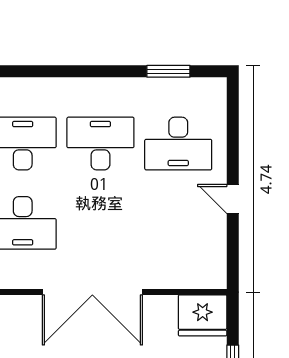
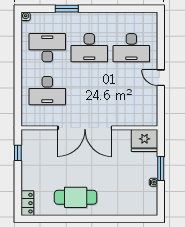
window: (168, 71) -> (67, 9), moved
desk: (100, 144) -> (89, 48), turned 180

